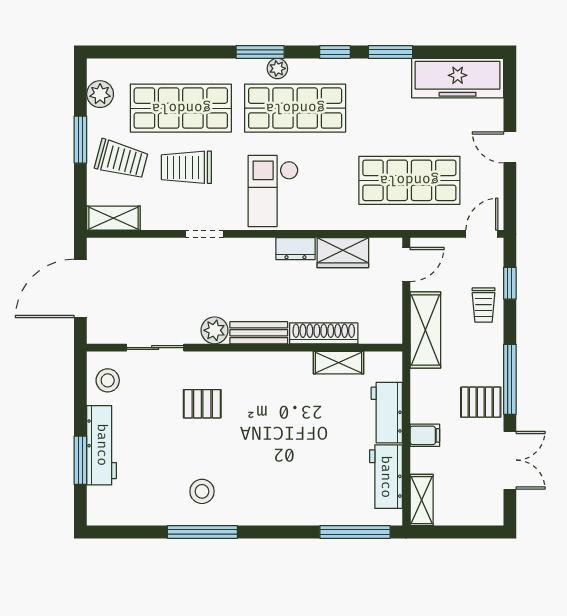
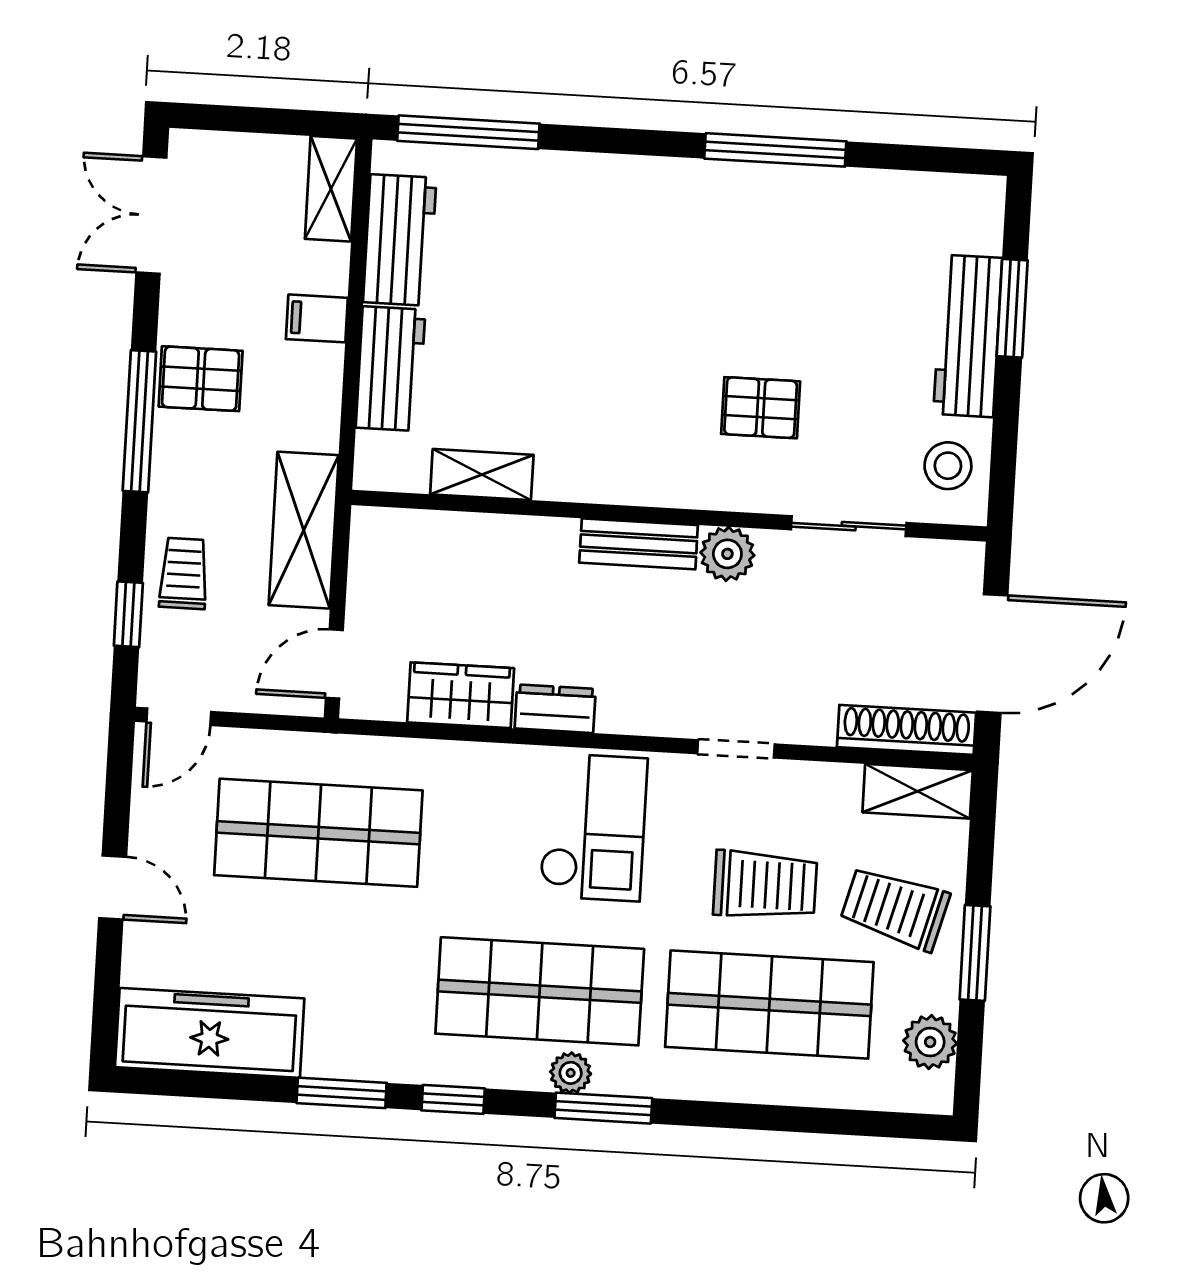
shoe rack: (324, 333) -> (906, 730), moved, turned 180
double door: (510, 460) -> (151, 215), moved
stool: (202, 491) -> (771, 232), removed

